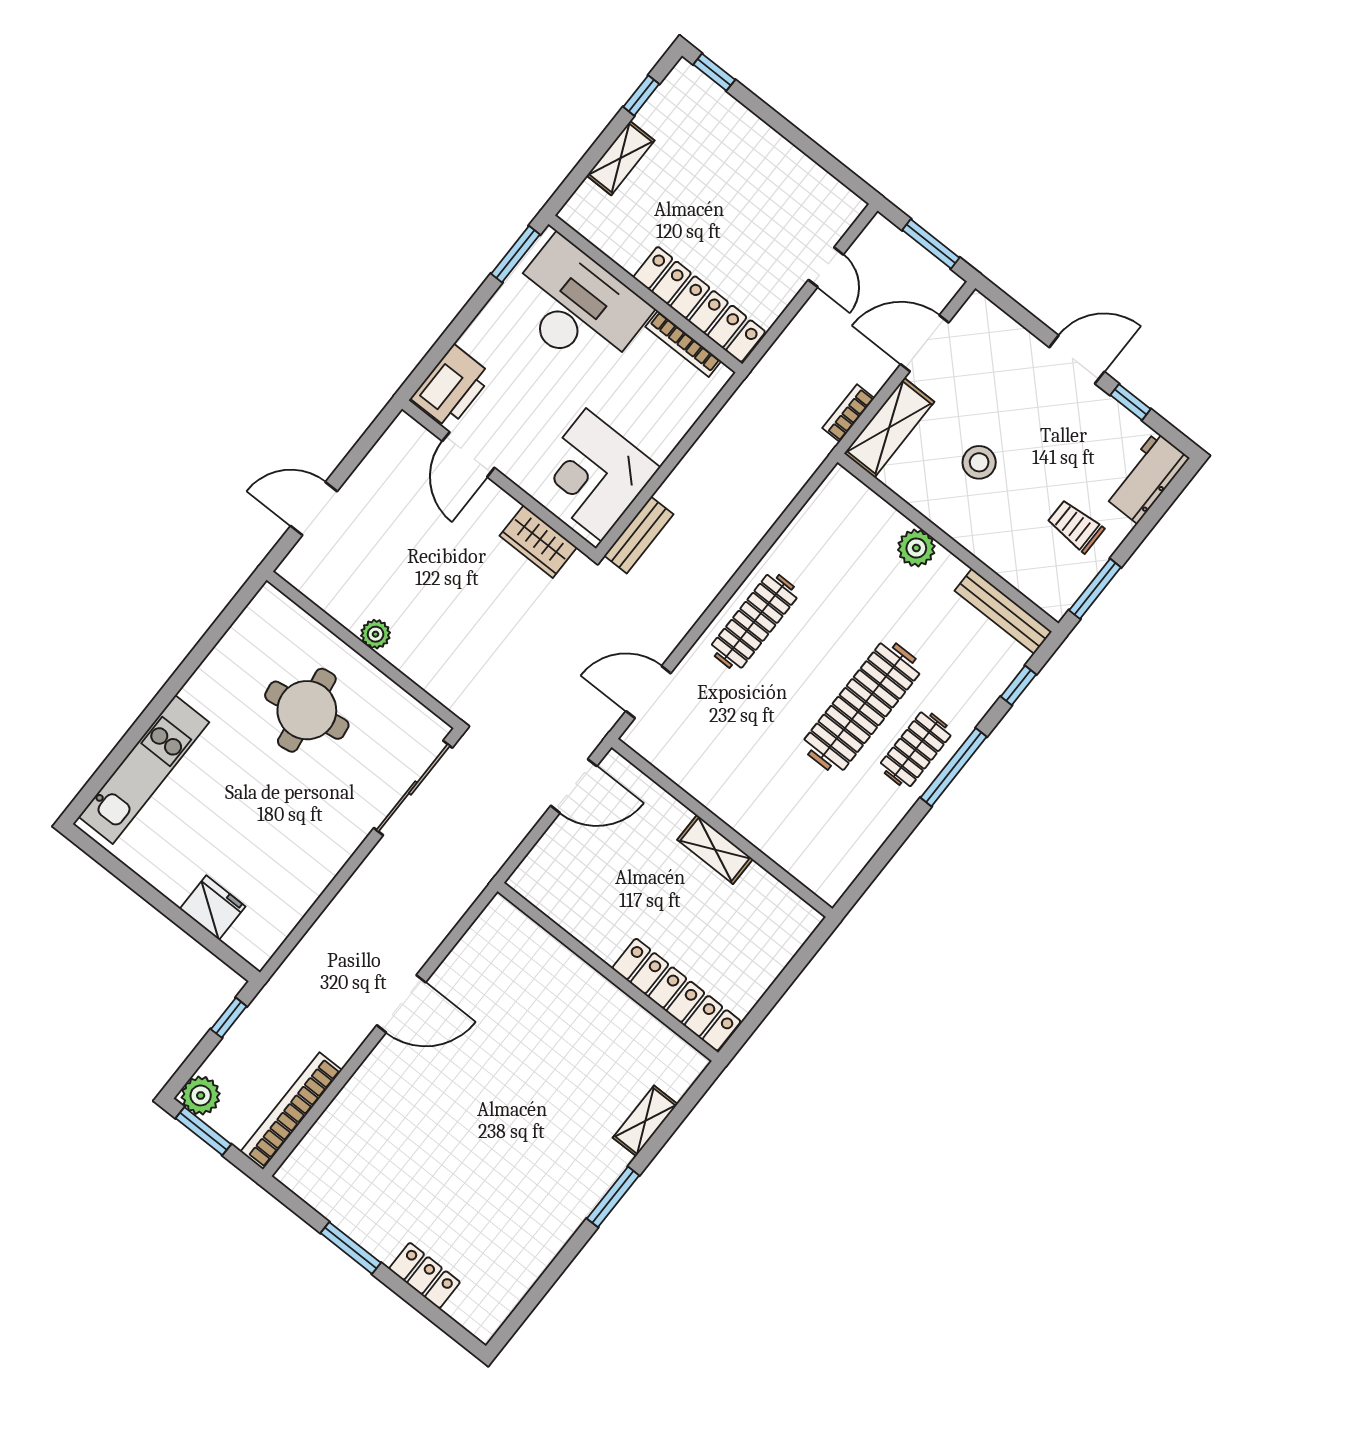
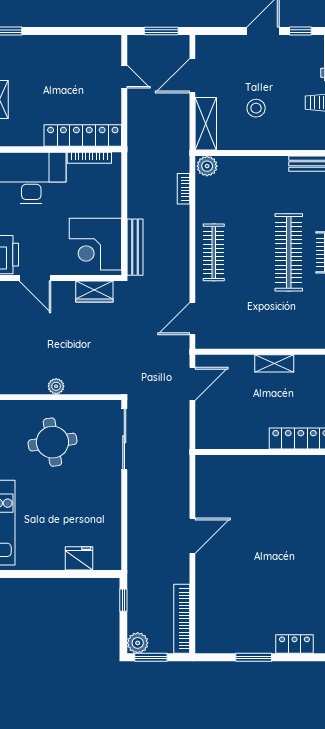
bookcase: (848, 413) -> (183, 189), moved
bench: (639, 535) -> (135, 247), width x1.36
plant: (916, 548) -> (207, 166), moved

